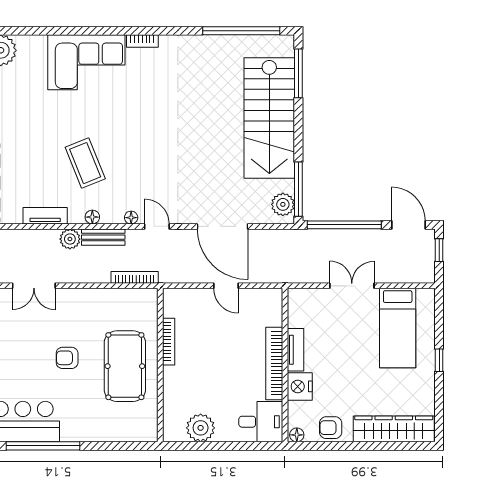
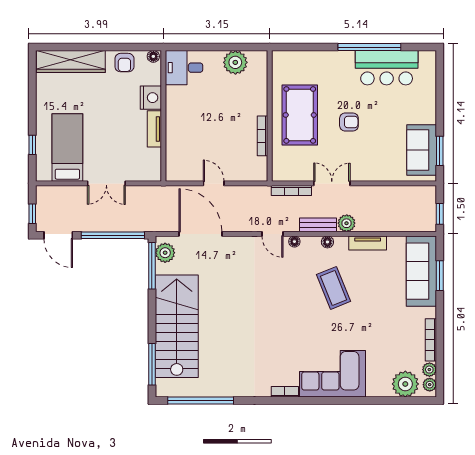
door: (223, 226) -> (200, 234), moved
double door: (34, 286) -> (332, 183), moved
window: (439, 360) -> (32, 145), moved
bookcase: (274, 363) -> (172, 117), removed
armchair: (331, 428) -> (124, 63), turned 90

